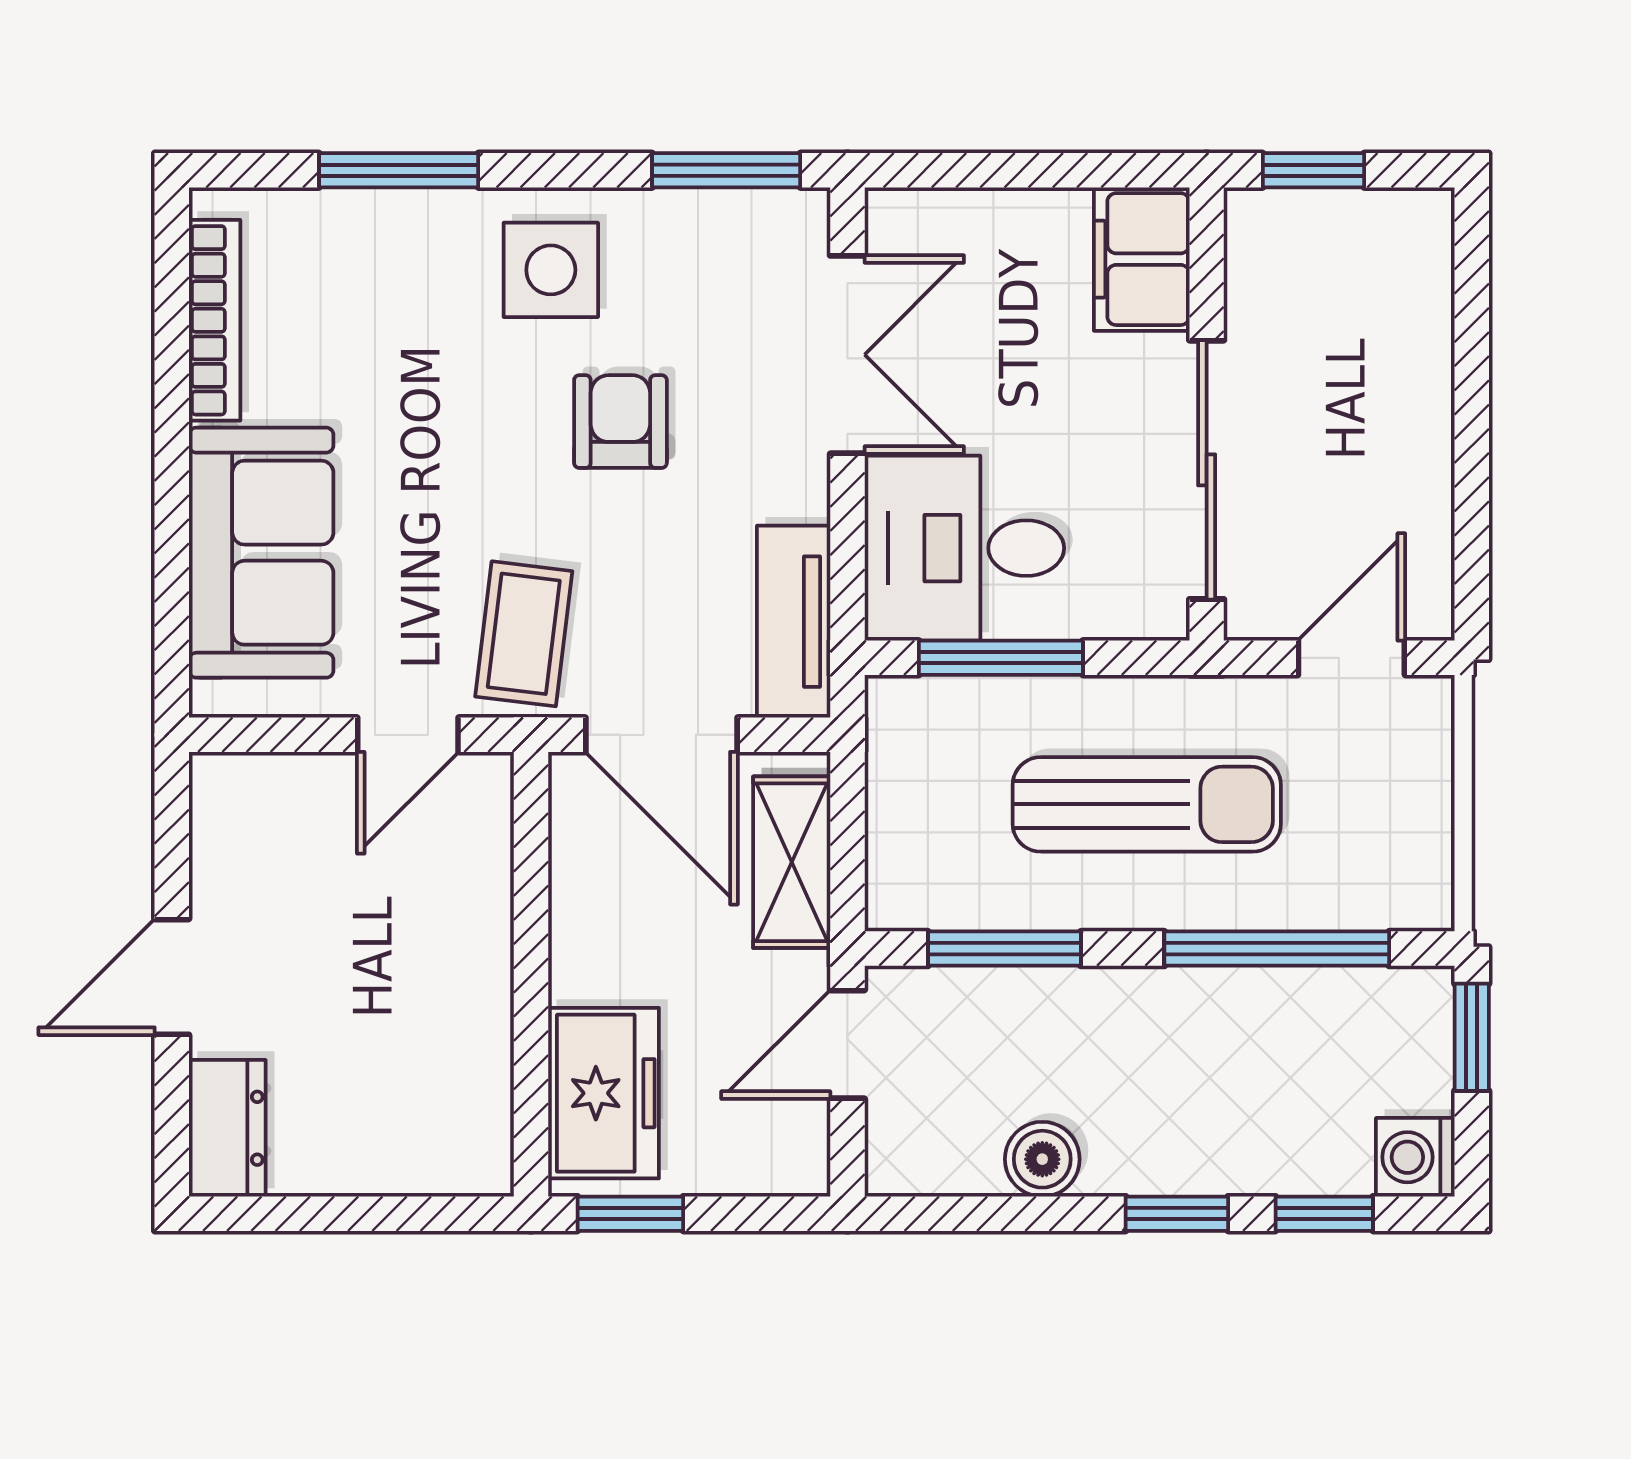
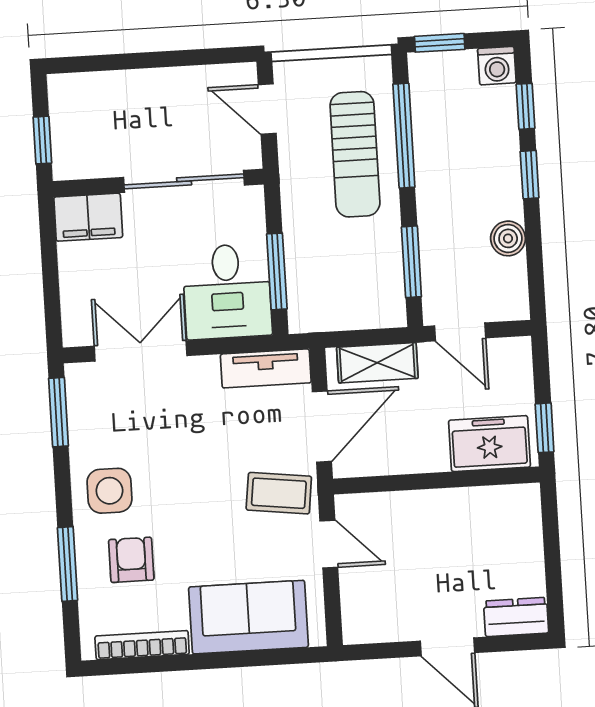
armchair: (620, 422) -> (131, 560), moved, turned 90
sun lounger: (1147, 804) -> (355, 154), moved, turned 180

